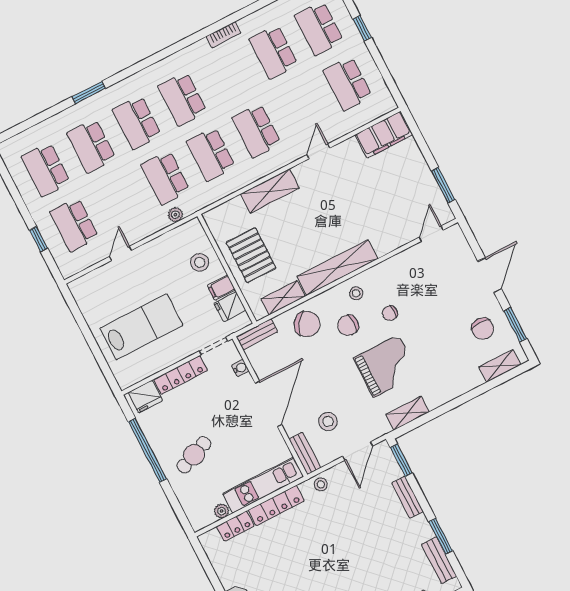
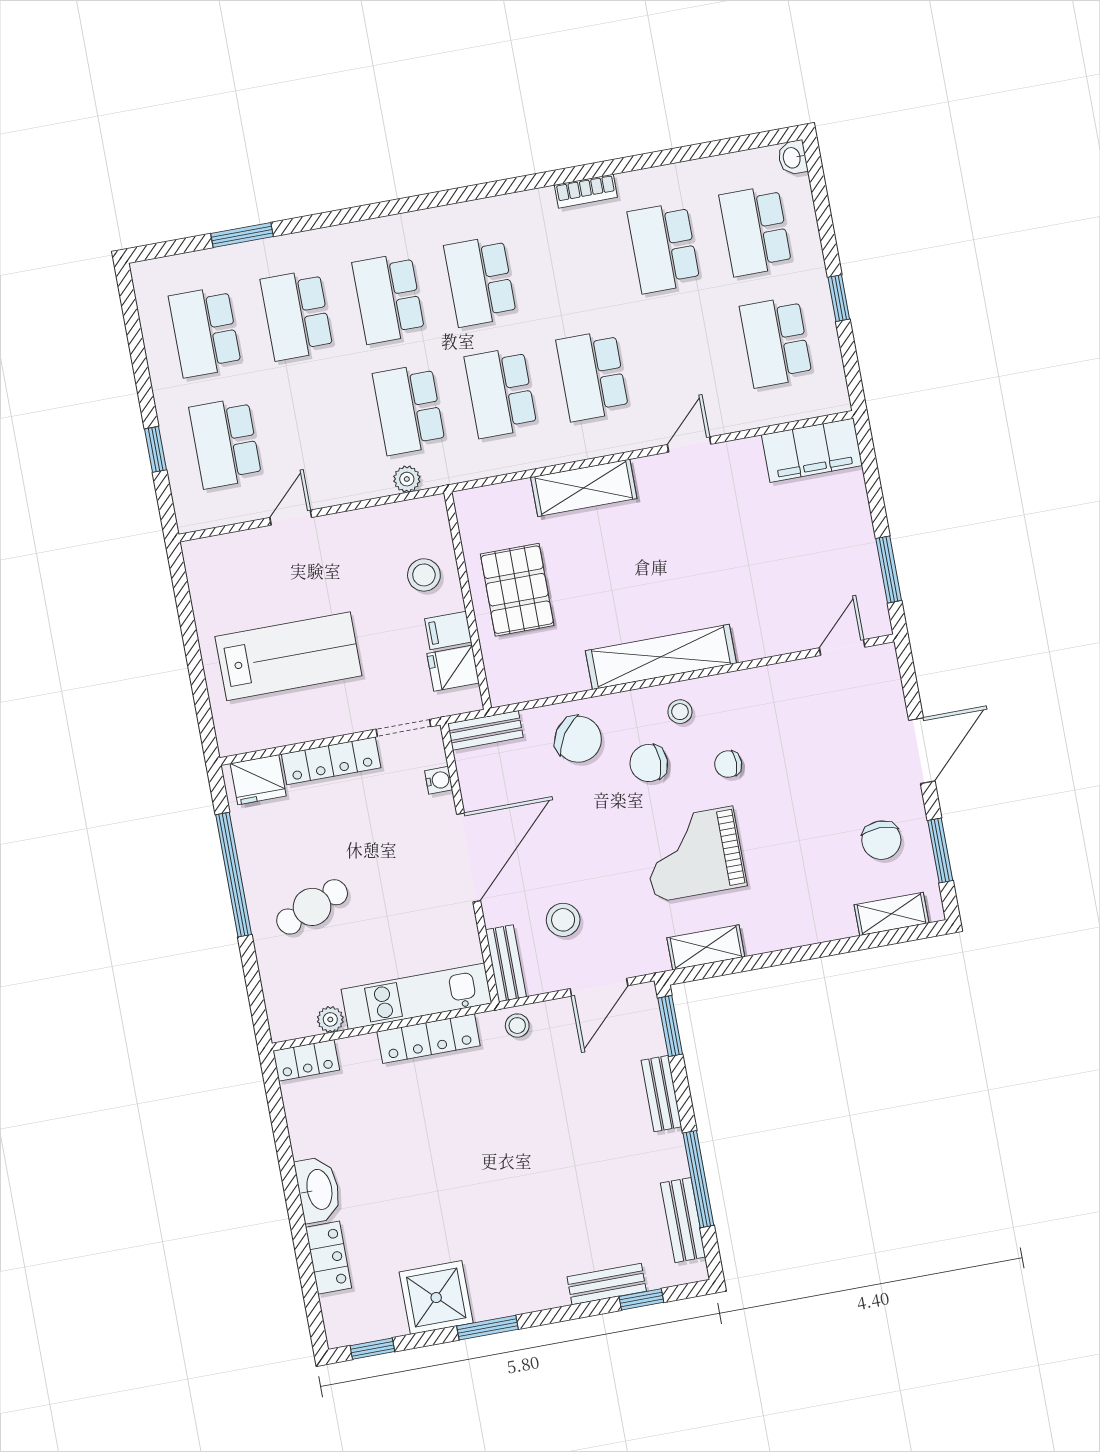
window: (362, 28) -> (839, 298), moved
window: (89, 93) -> (242, 235), moved
shelving: (283, 298) -> (550, 680), removed
grand piano: (386, 366) -> (694, 854), turned 180
locker: (235, 526) -> (306, 1060), moved
window: (441, 536) -> (698, 1179), width x1.44

